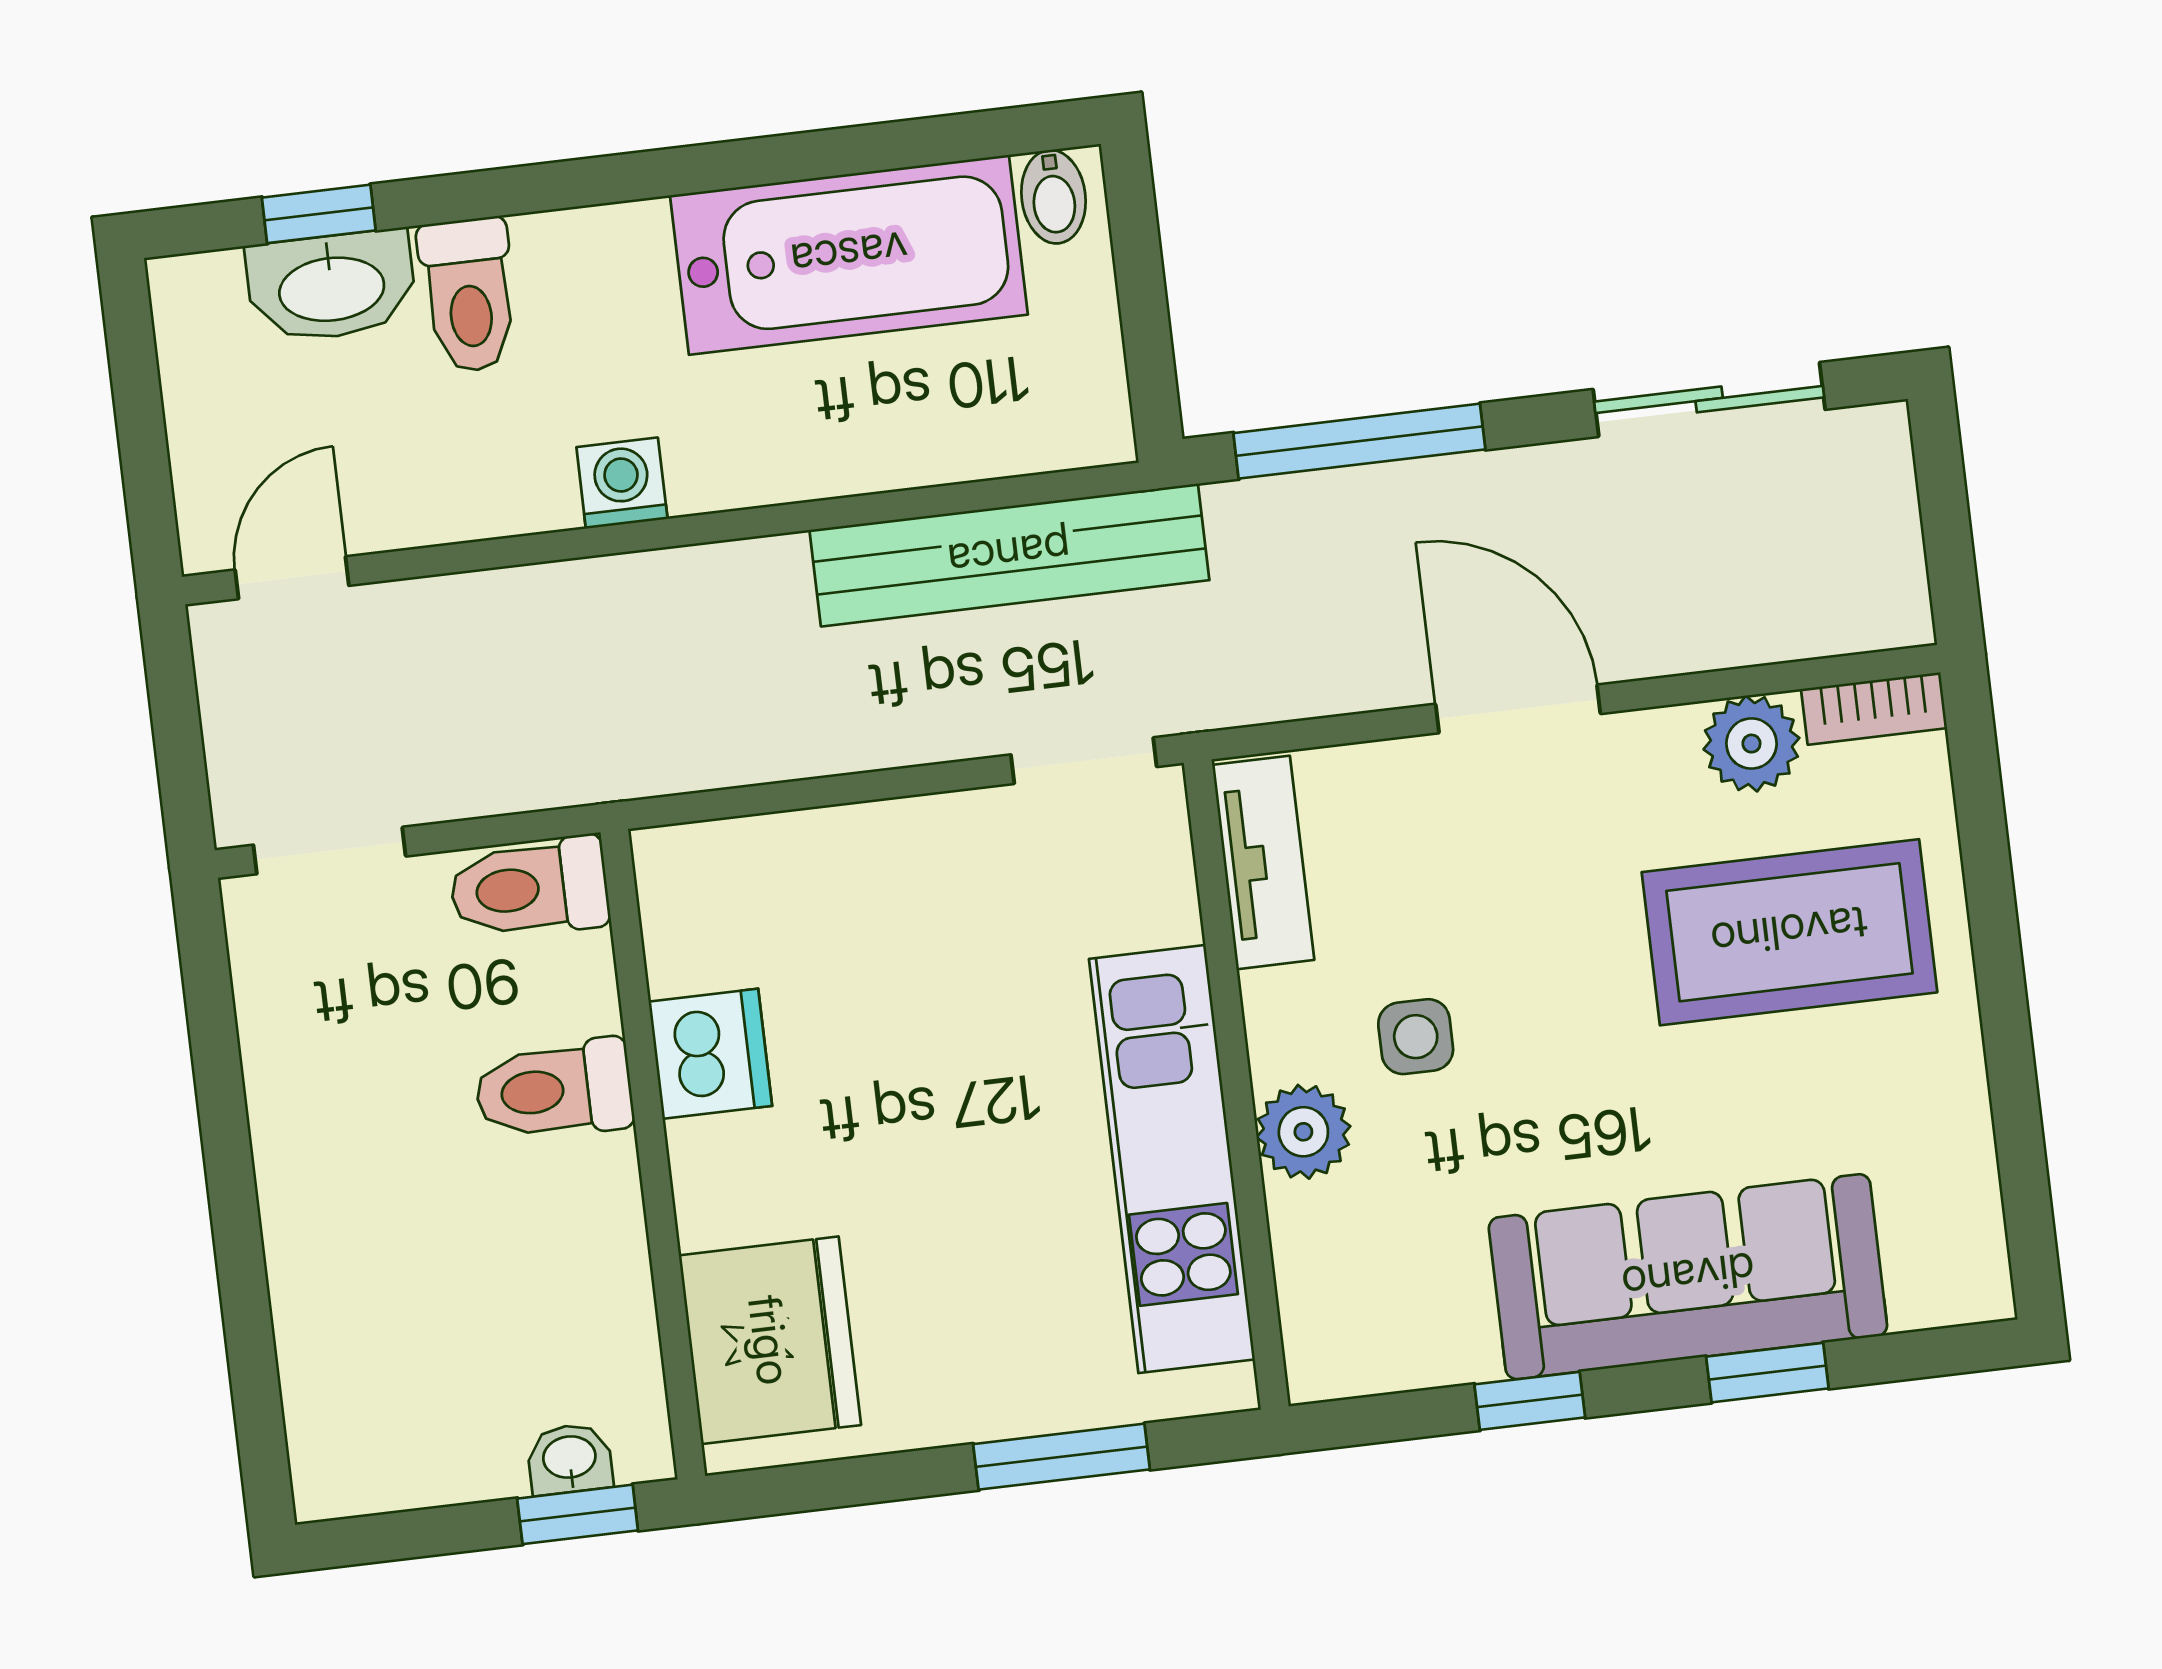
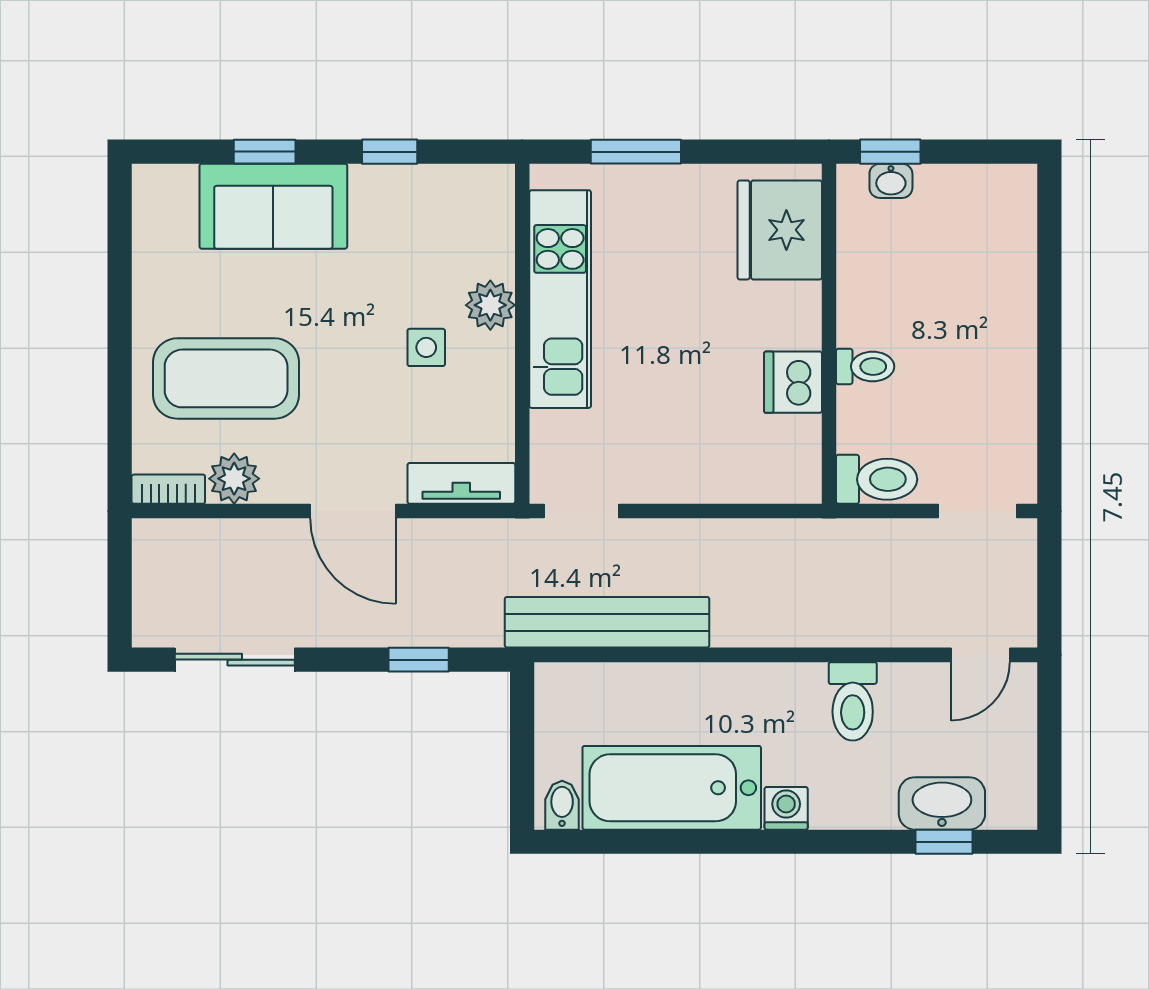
toilet: (469, 295) -> (853, 701), moved, turned 180
window: (1359, 441) -> (419, 660), width x0.46
washing machine: (622, 483) -> (786, 808), moved, turned 180
tv unit: (1263, 862) -> (461, 483), moved, turned 90
toilet: (554, 1090) -> (865, 366), width x0.73, depth x0.72
sofa: (1688, 1277) -> (273, 206), width x0.73

